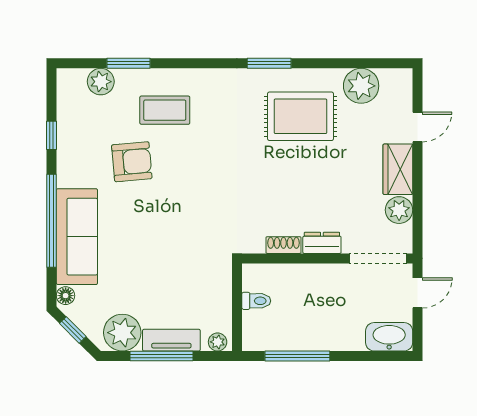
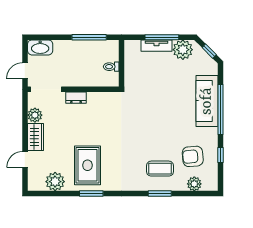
window: (128, 63) -> (160, 194), moved
window: (269, 63) -> (91, 194), moved
rug: (301, 116) -> (87, 165), turned 90
armchair: (132, 162) -> (193, 156), moved
shoe rack: (283, 245) -> (97, 96), removed
floor lamp: (66, 296) -> (213, 69), removed
plant: (218, 342) -> (132, 45), removed

